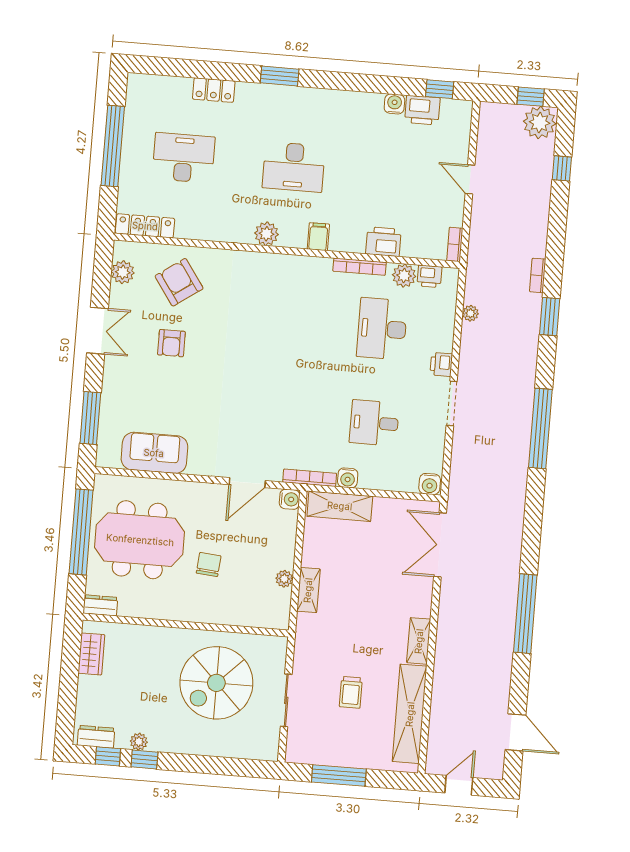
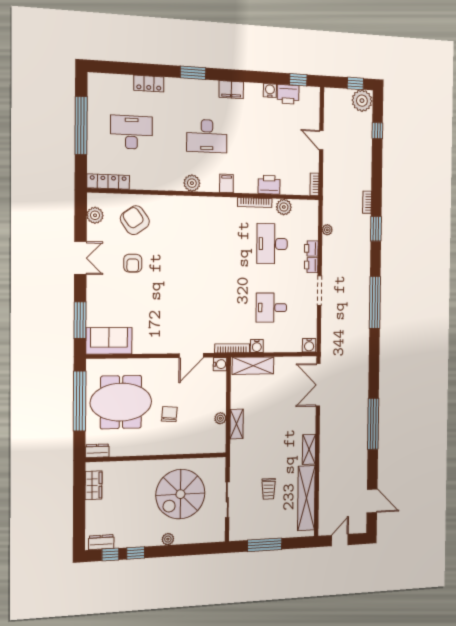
filing cabinet: (335, 101) -> (231, 90), added
printer: (429, 276) -> (311, 248), moved, turned 90
sofa: (154, 453) -> (109, 341), moved
plant: (139, 742) -> (168, 539), moved

